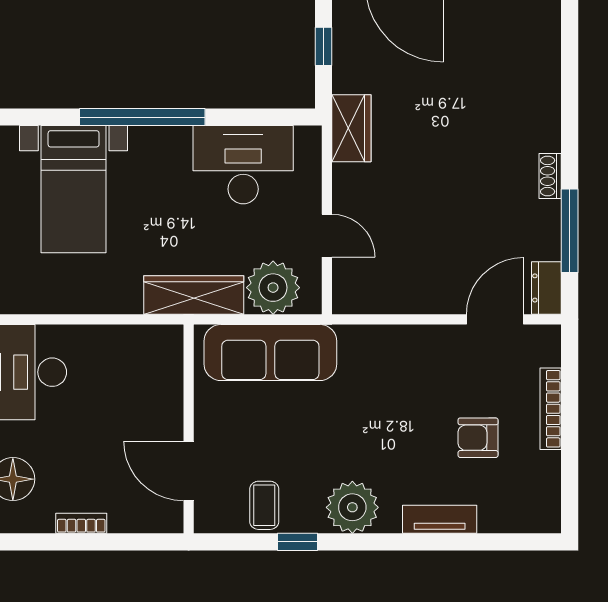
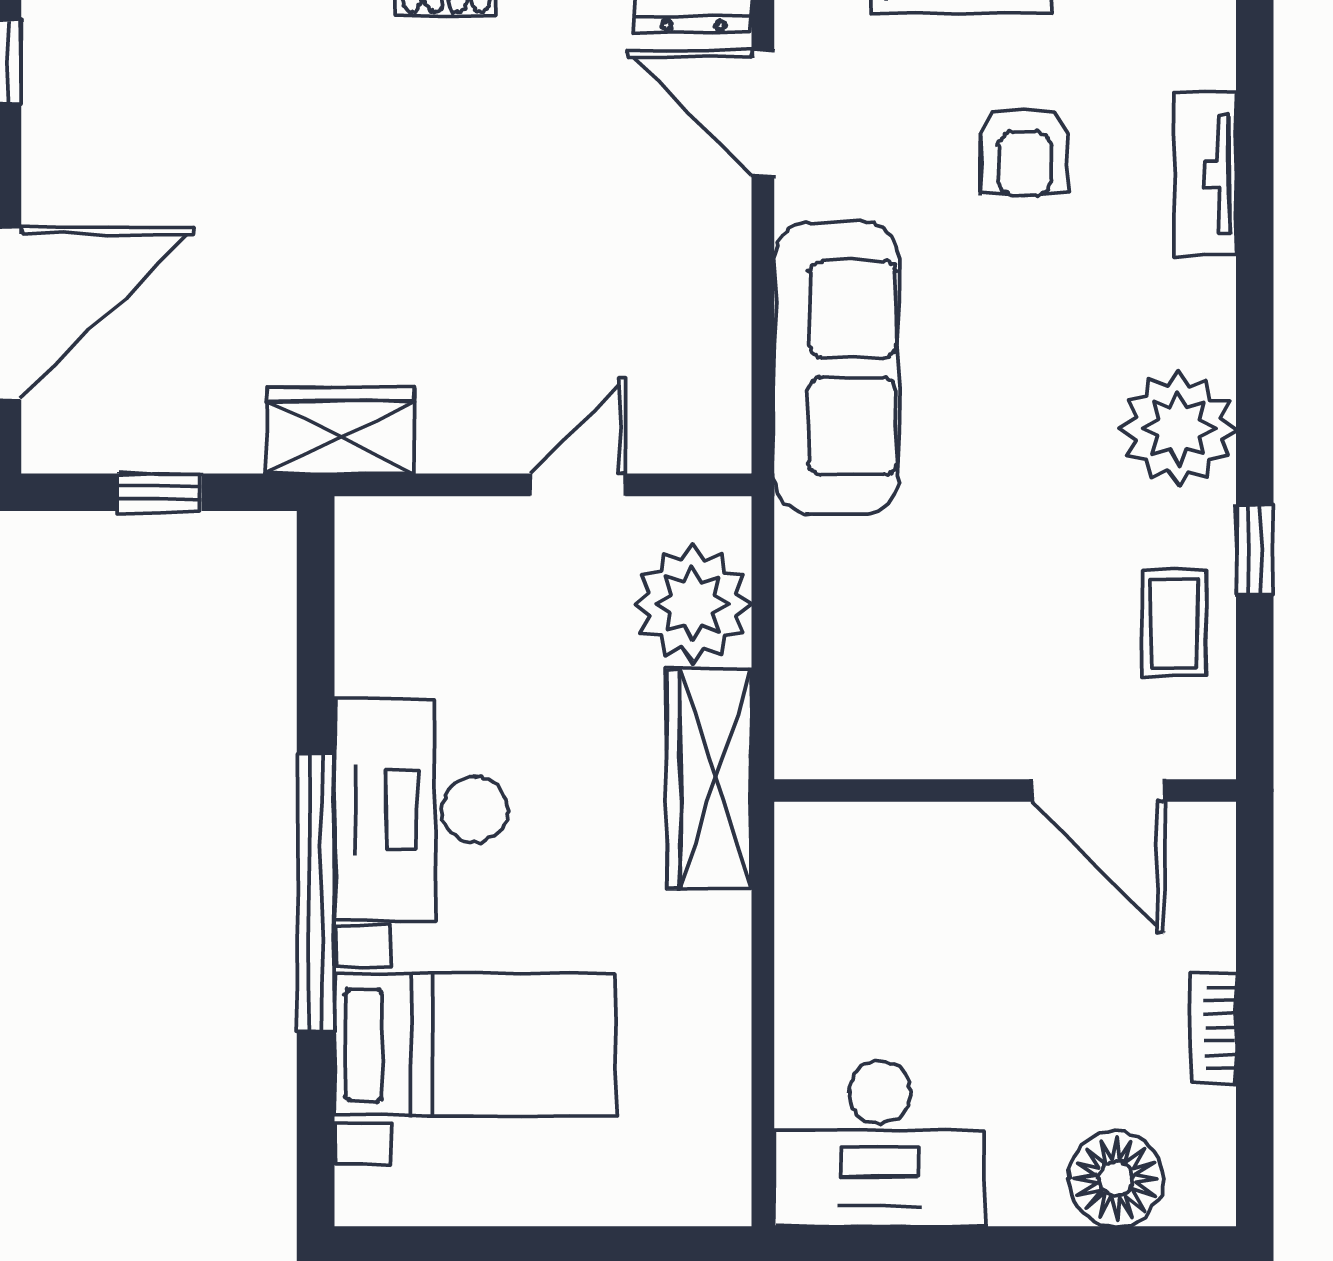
desk: (243, 165) -> (421, 809), moved
sofa: (270, 353) -> (836, 368), moved
door: (189, 471) -> (1098, 790), hinge flipped
coffee table: (264, 505) -> (1174, 623), turned 90
tv unit: (440, 519) -> (1205, 174), moved

